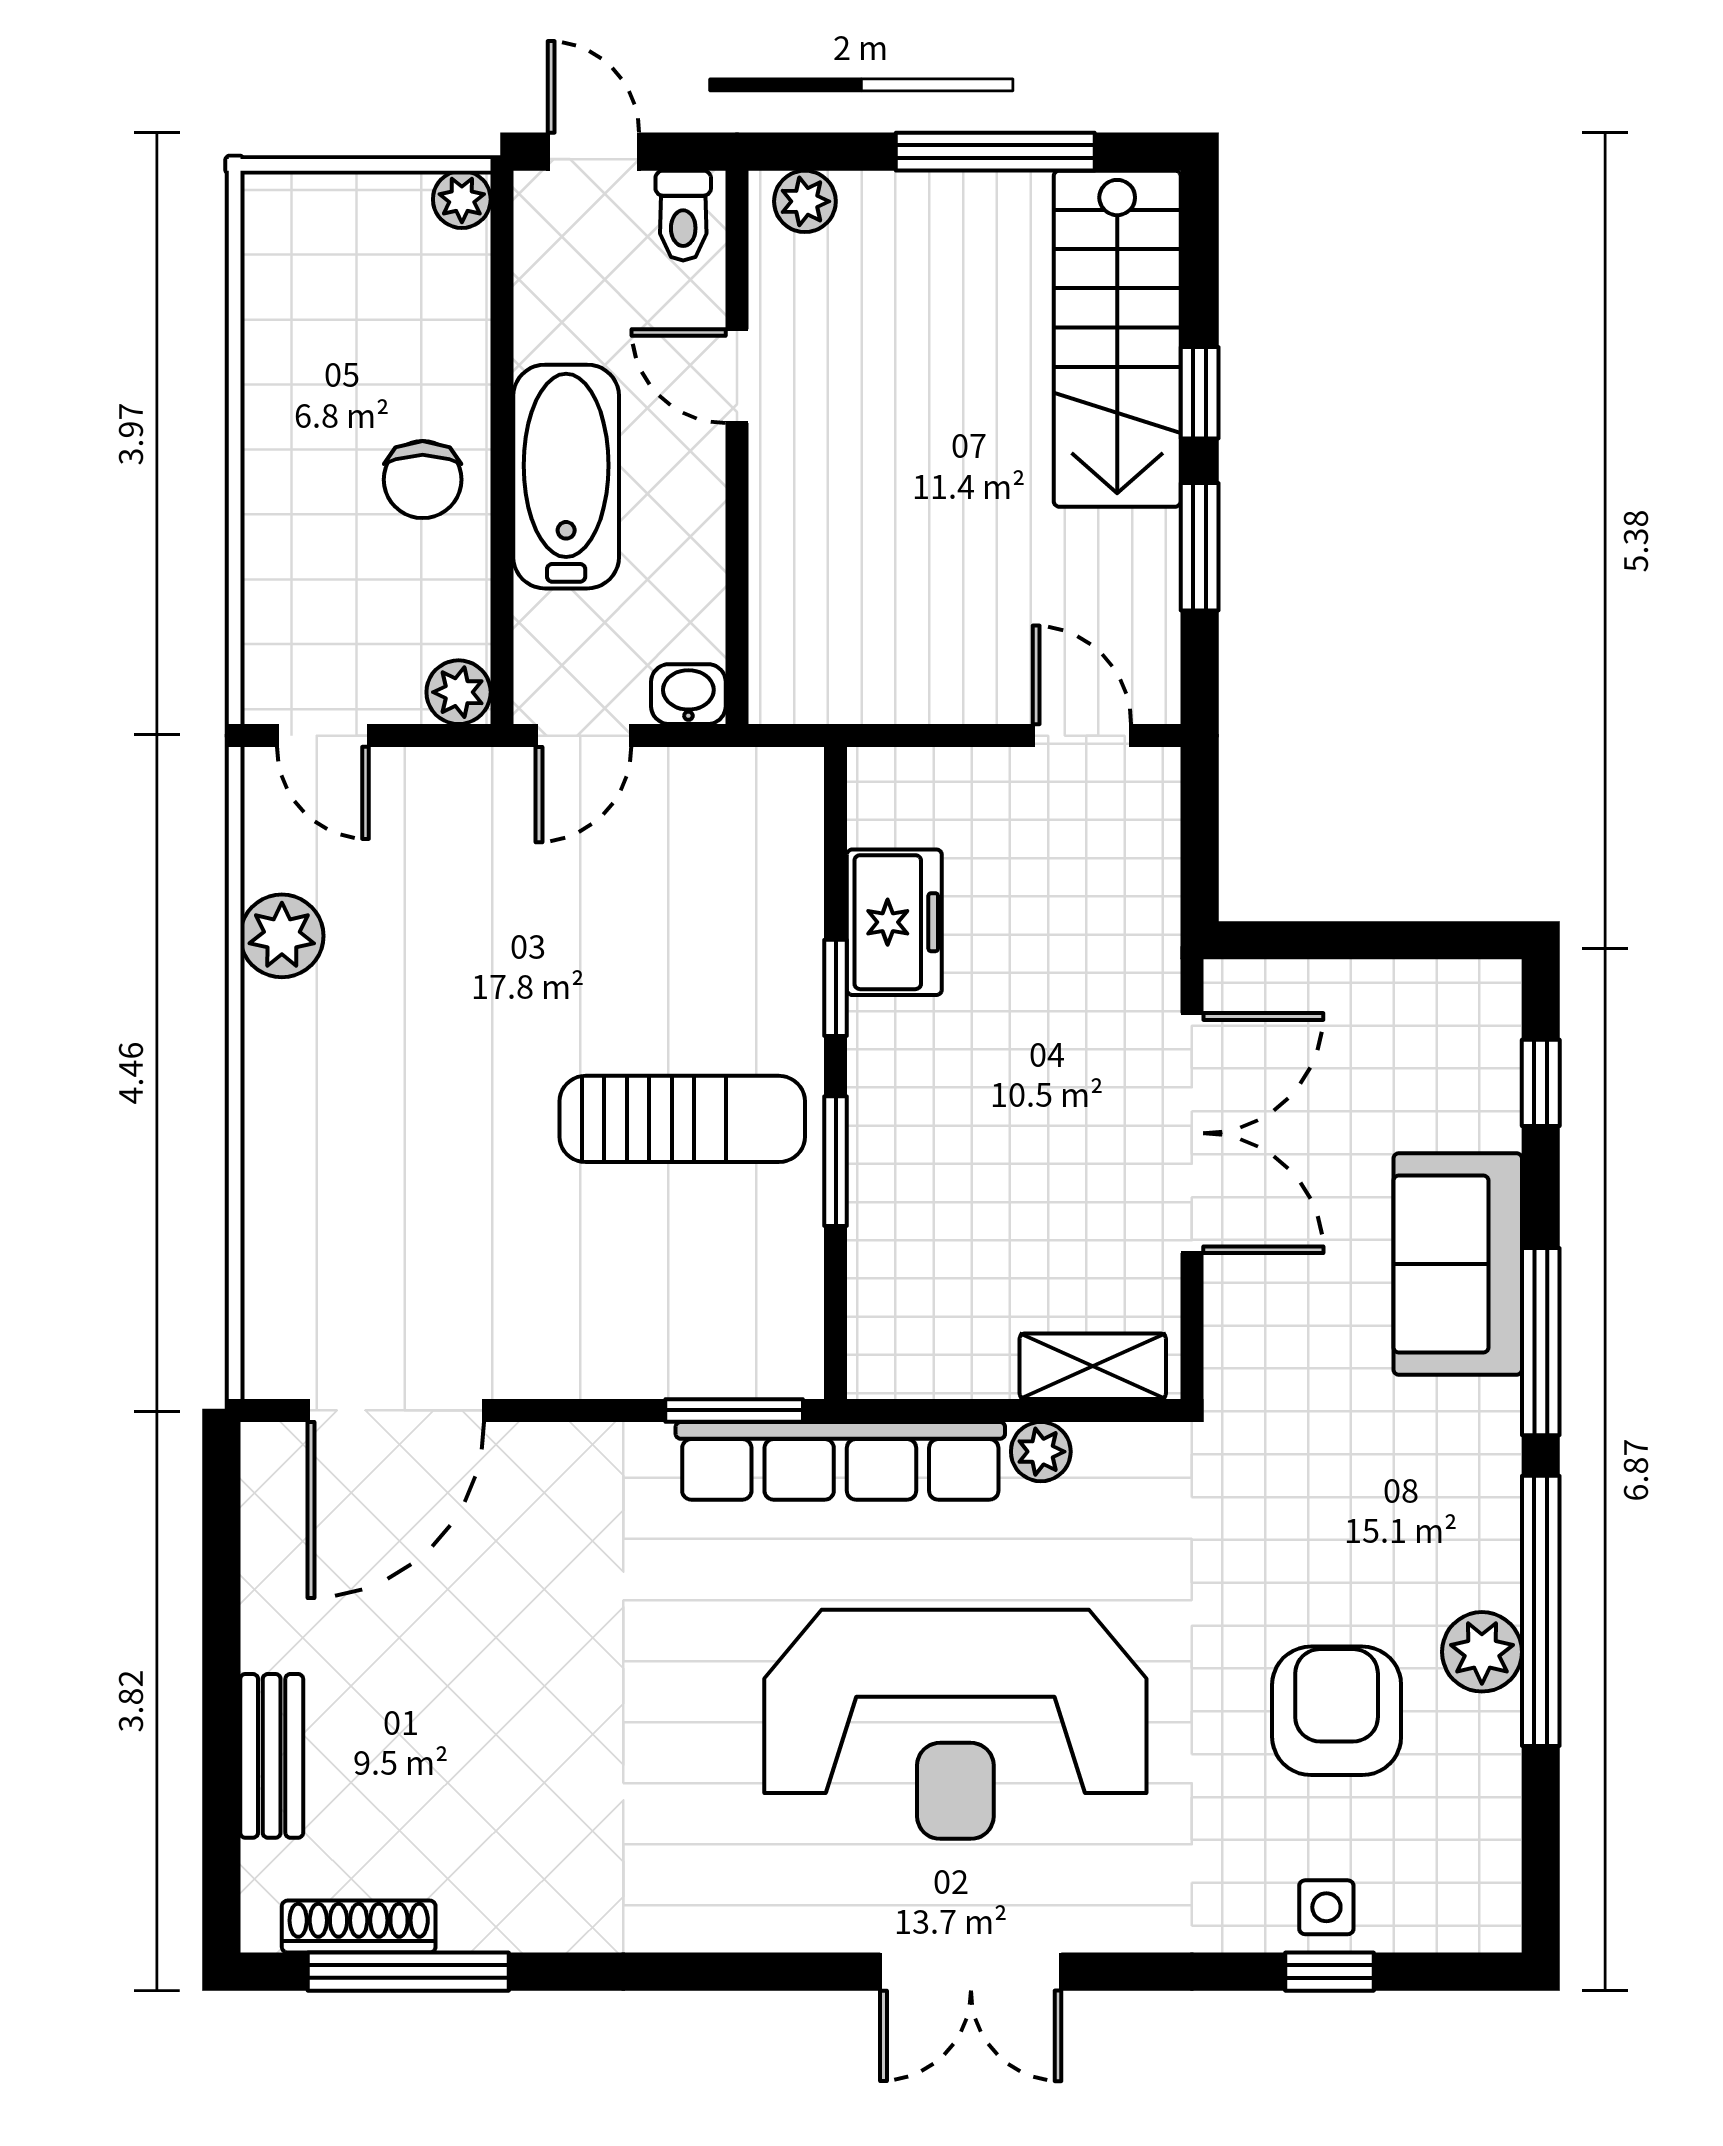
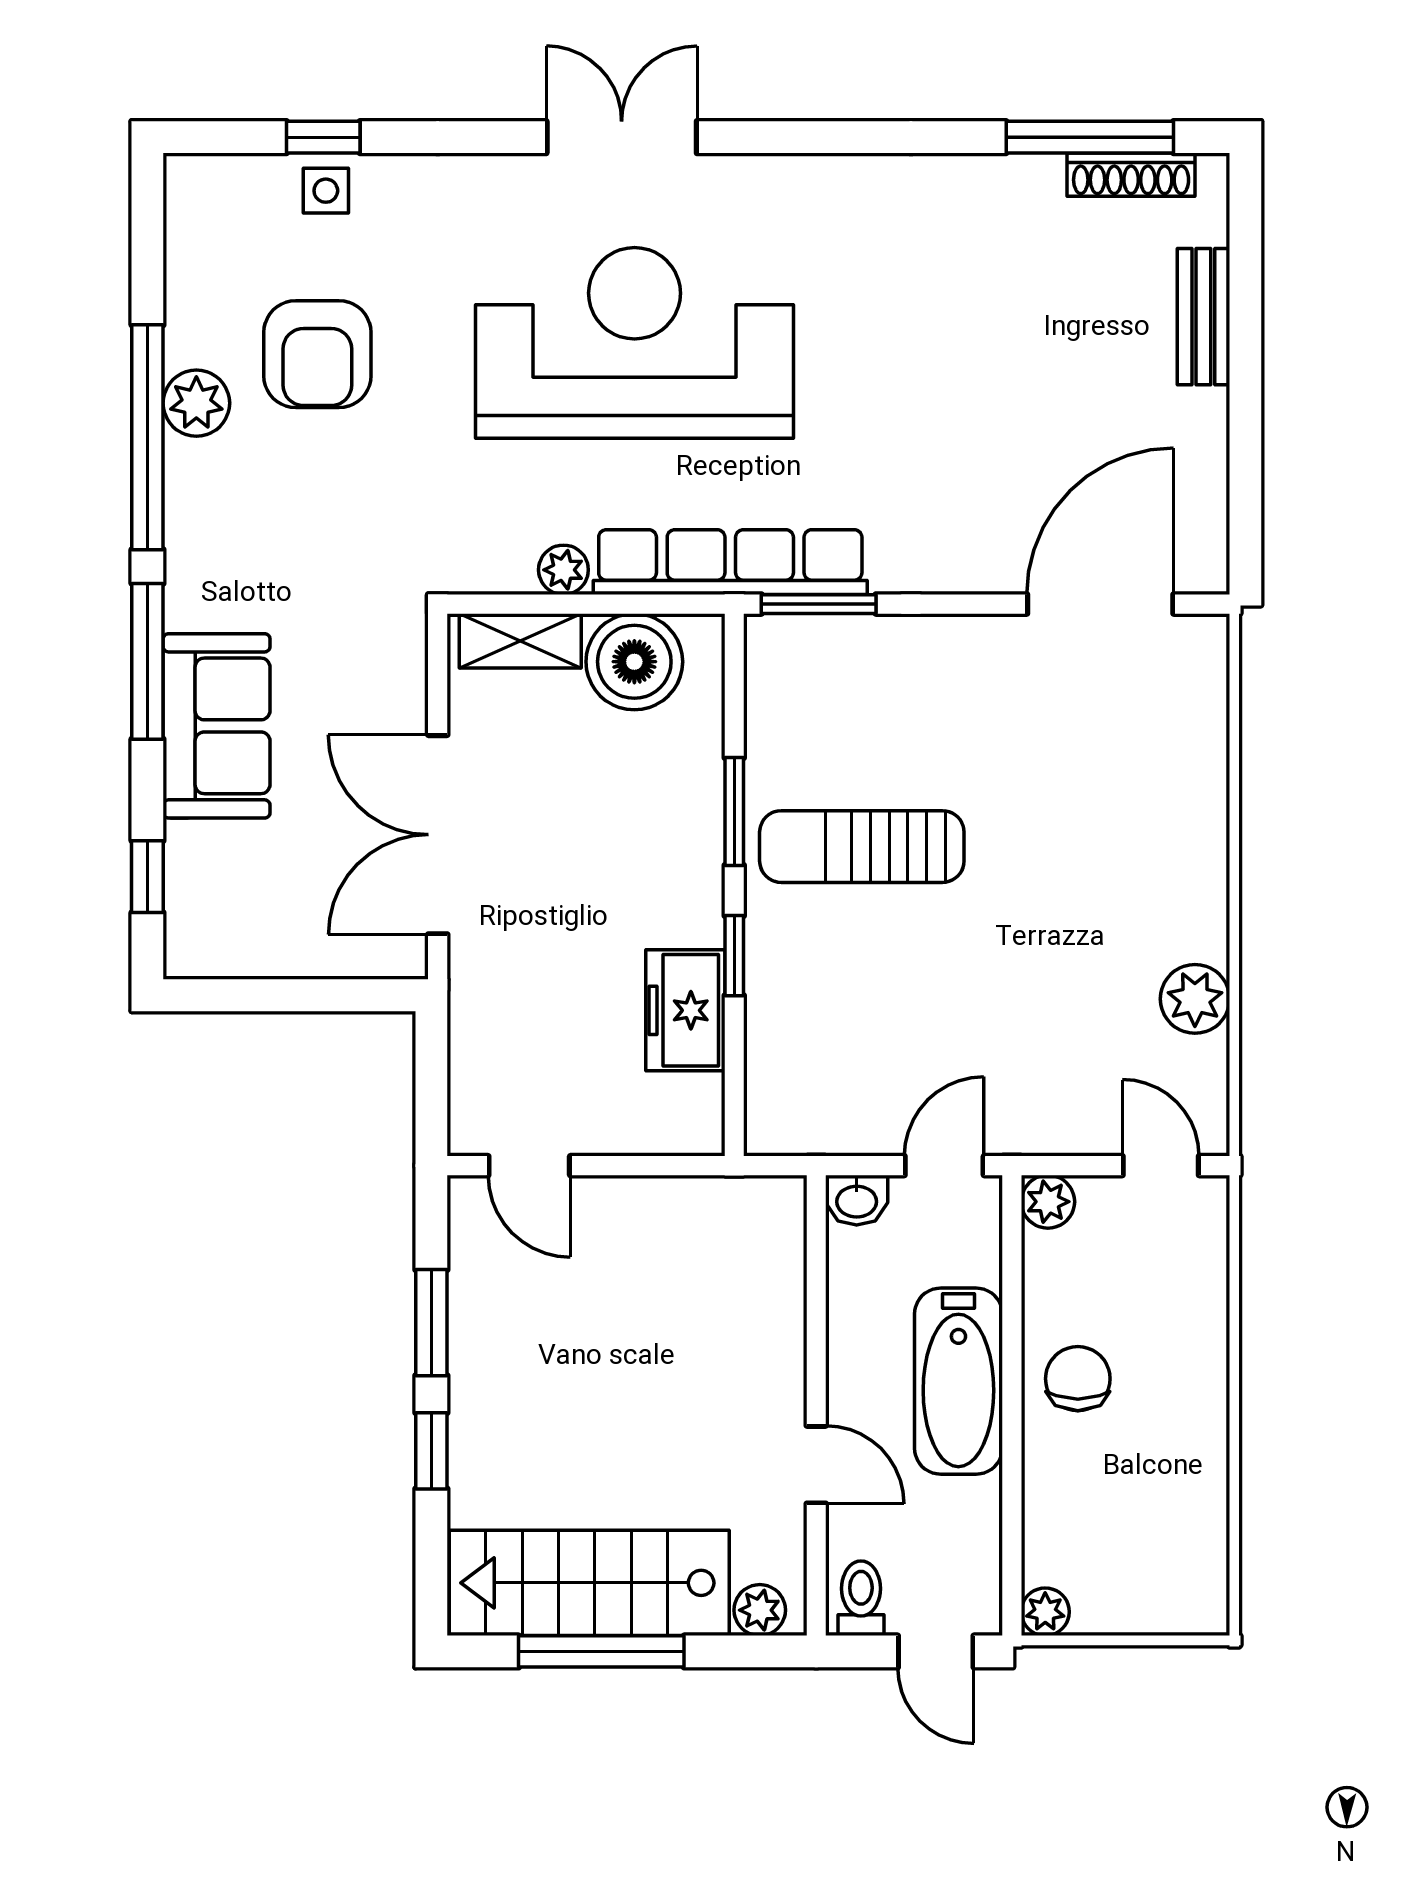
stairs: (1117, 339) -> (589, 1583), moved, turned -90
boiler: (956, 1341) -> (634, 662), added

